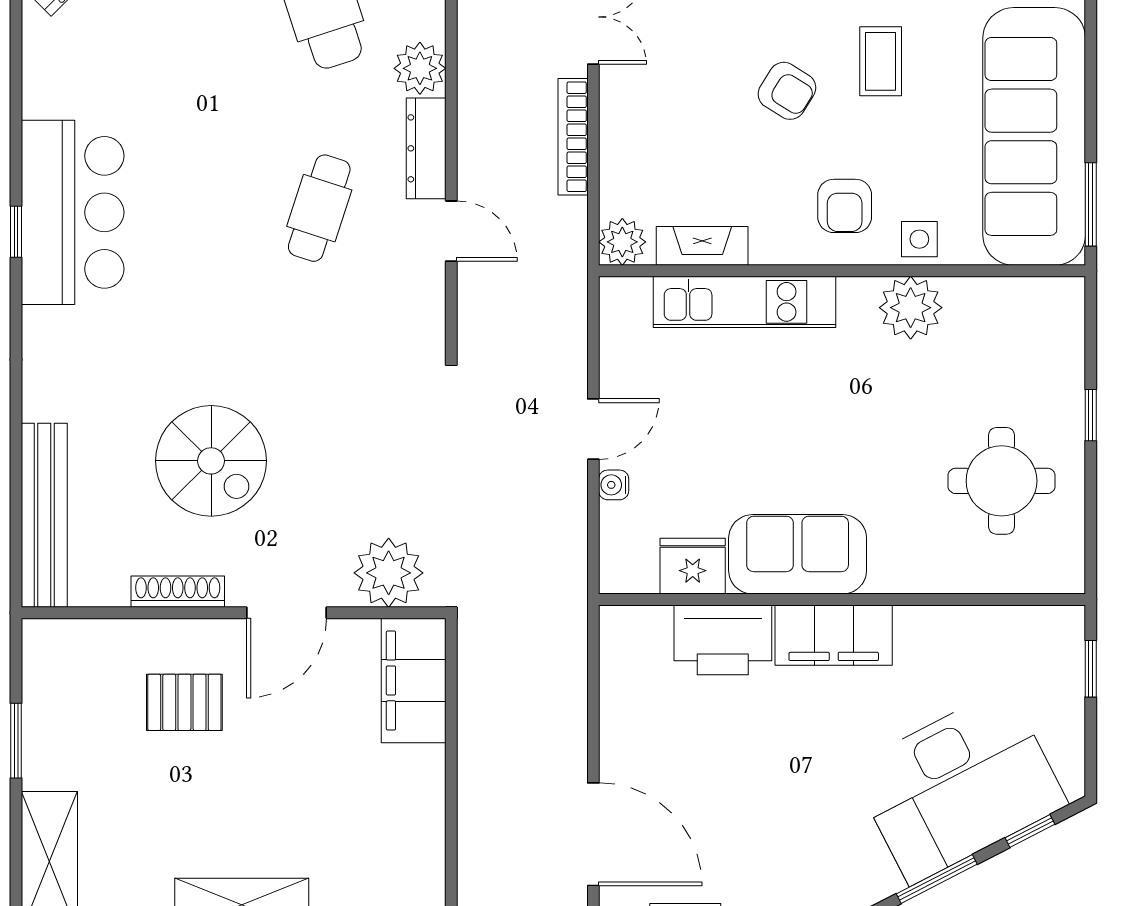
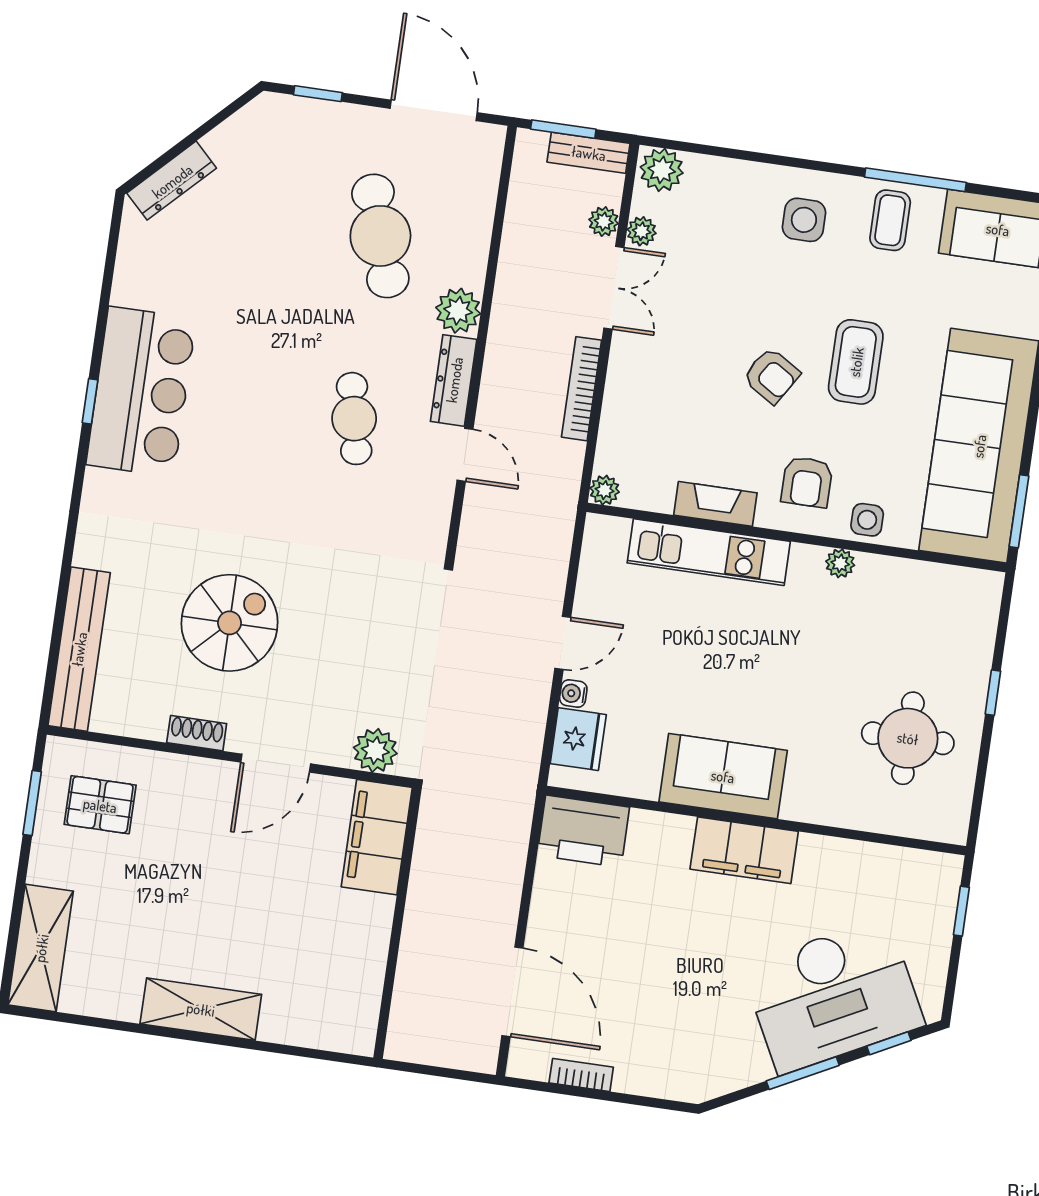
coffee table: (881, 61) -> (856, 362), width x1.36, depth x1.30
cafe table: (319, 208) -> (354, 419), turned -30
plant: (622, 242) -> (605, 490), width x0.73, depth x0.73
fireplace: (702, 246) -> (715, 504), moved
plant: (911, 308) -> (840, 563), width x0.53, depth x0.53
spiral stairs: (211, 461) -> (229, 623), turned -90
fridge: (693, 566) -> (578, 739), moved, turned 90
plant: (389, 573) -> (375, 750), width x0.73, depth x0.73
shoe rack: (178, 592) -> (197, 733), width x0.70
printer: (723, 640) -> (583, 831), moved
pallet: (184, 702) -> (100, 805), moved
window: (16, 741) -> (32, 803), moved

